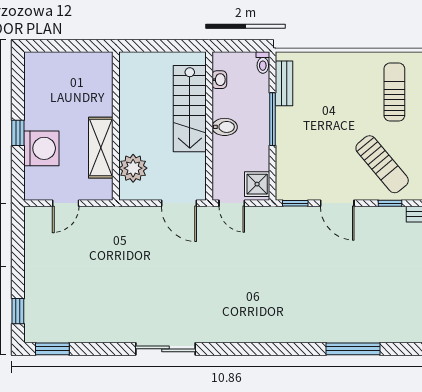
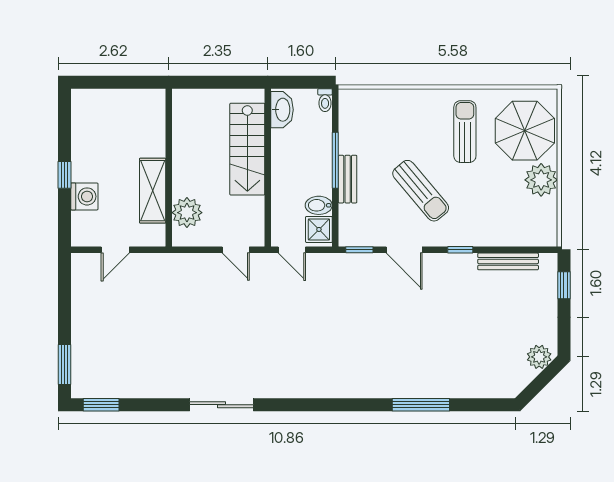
washbasin: (219, 80) -> (282, 110), width x1.91, depth x1.45
bench: (284, 83) -> (348, 179), moved
bidet: (225, 127) -> (319, 205), moved, turned 180
washing machine: (41, 148) -> (84, 196), width x0.73, depth x0.73
sun lounger: (382, 164) -> (421, 191), moved
door: (179, 203) -> (236, 250), width x0.73
window: (18, 311) -> (64, 364), width x1.50

